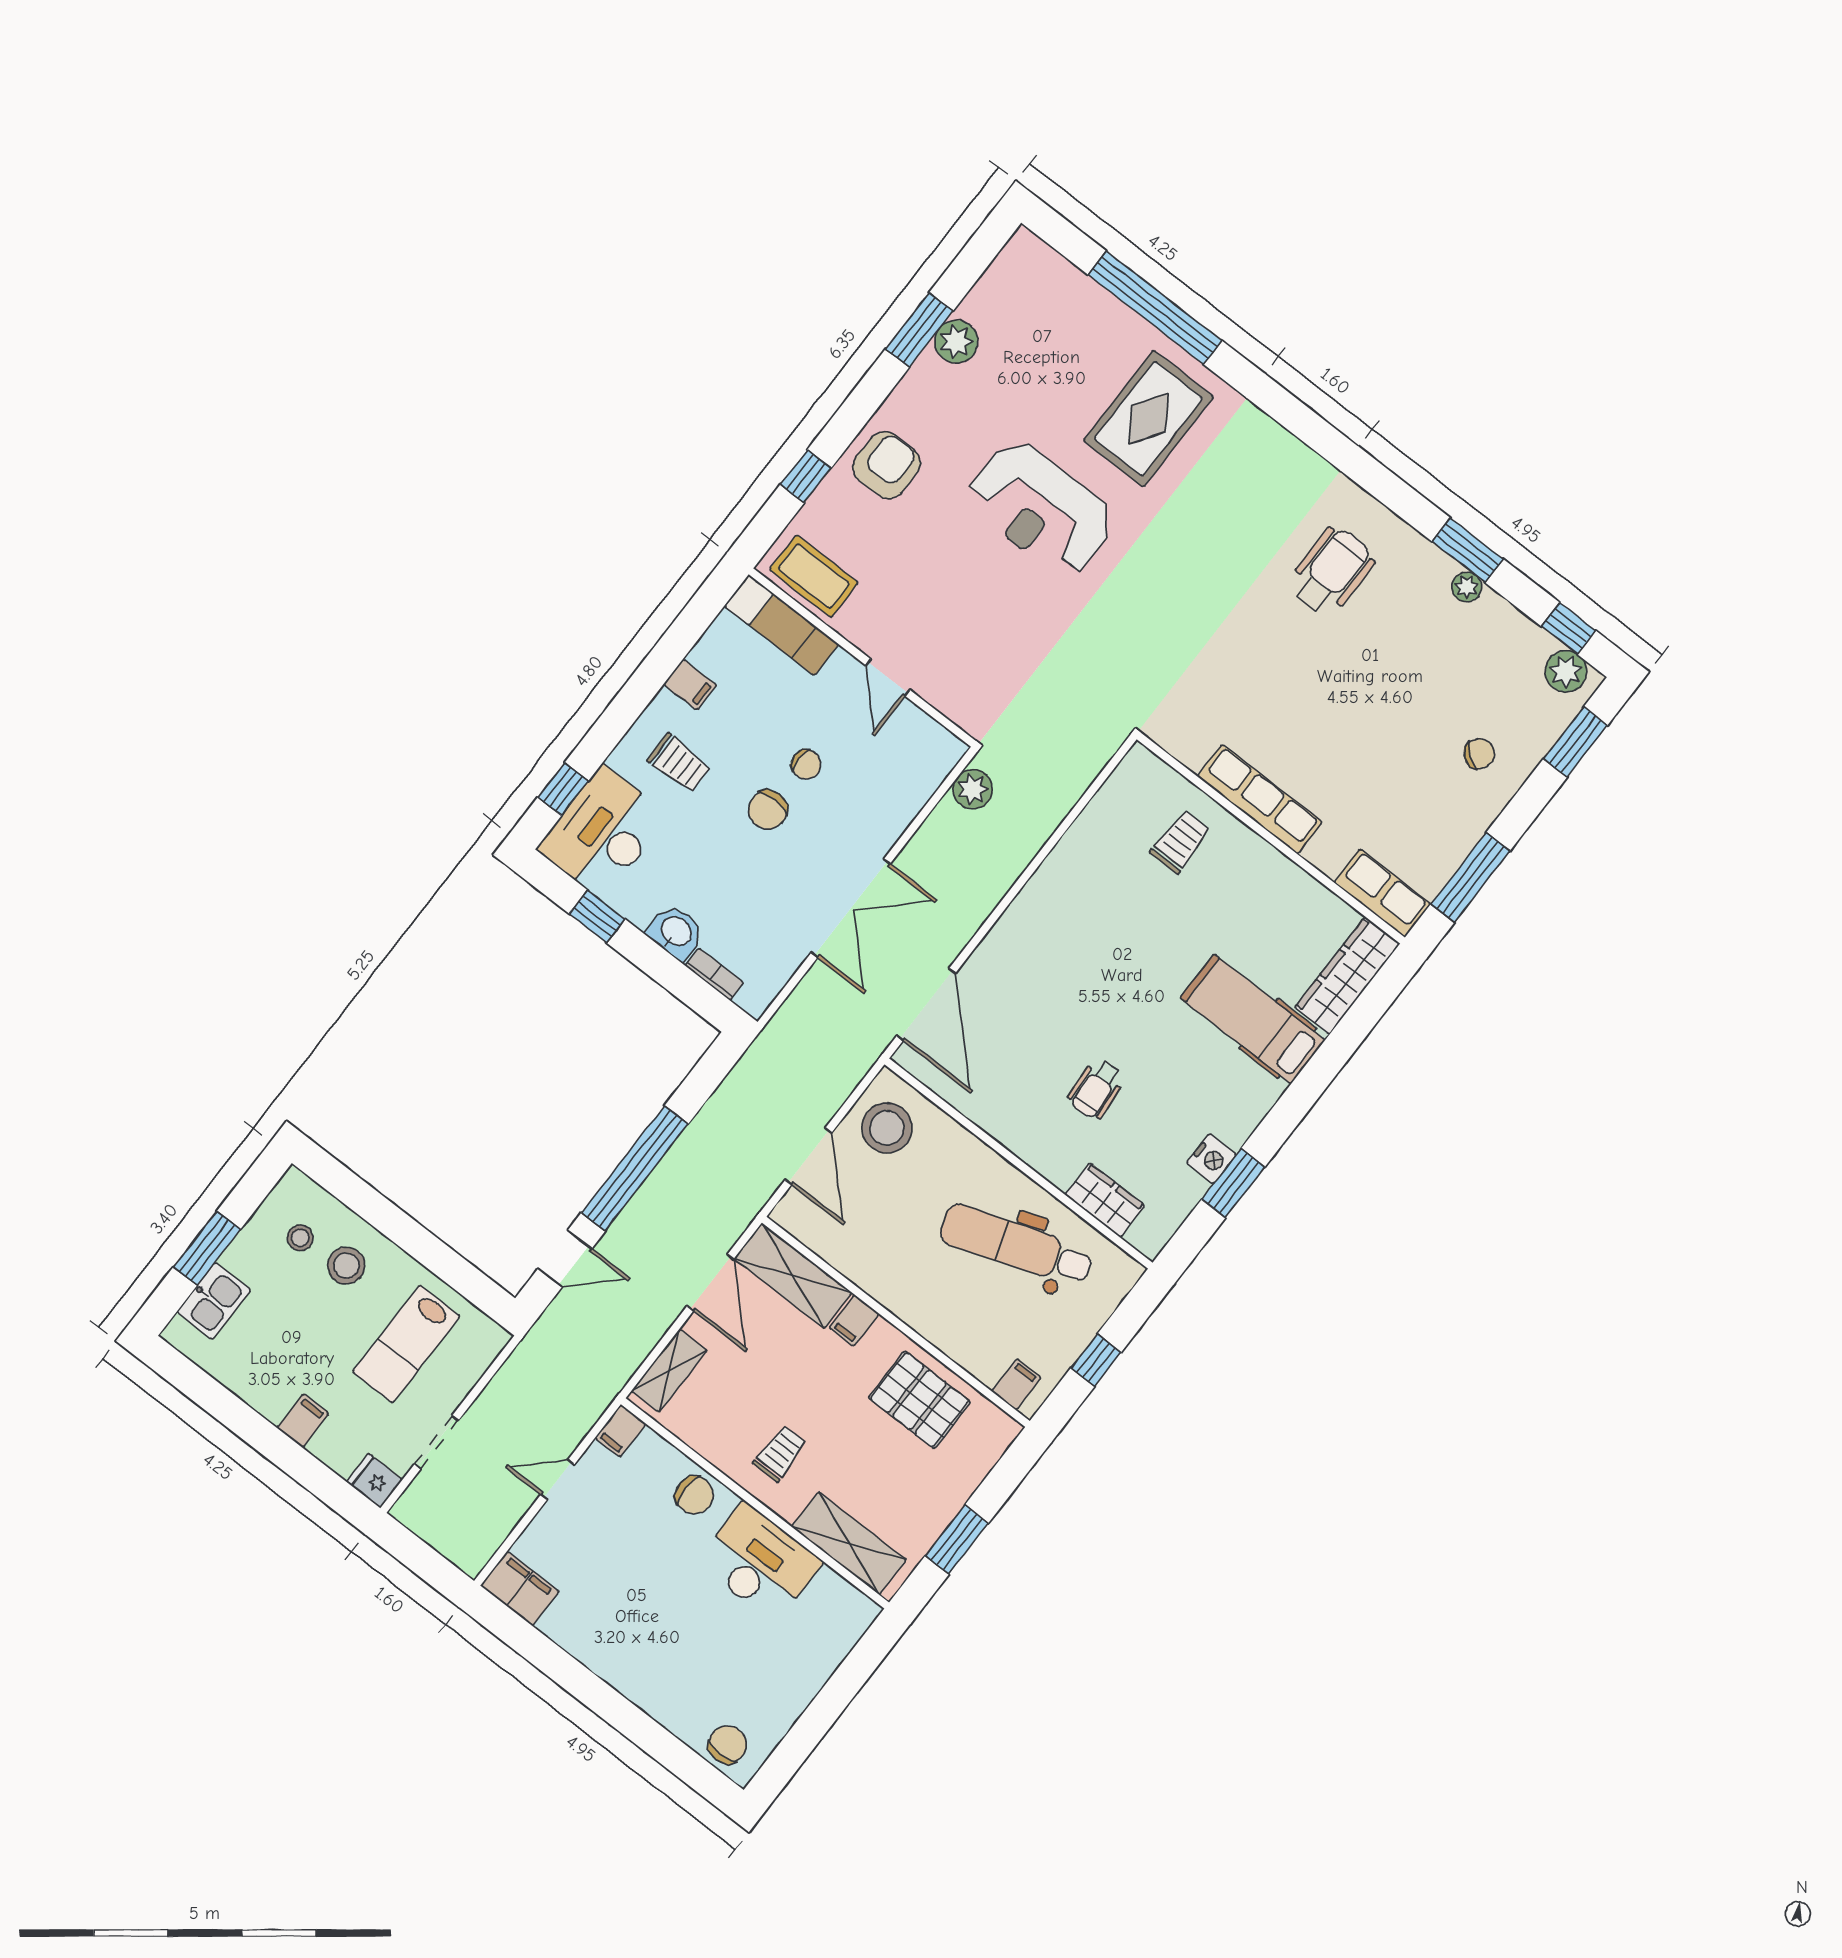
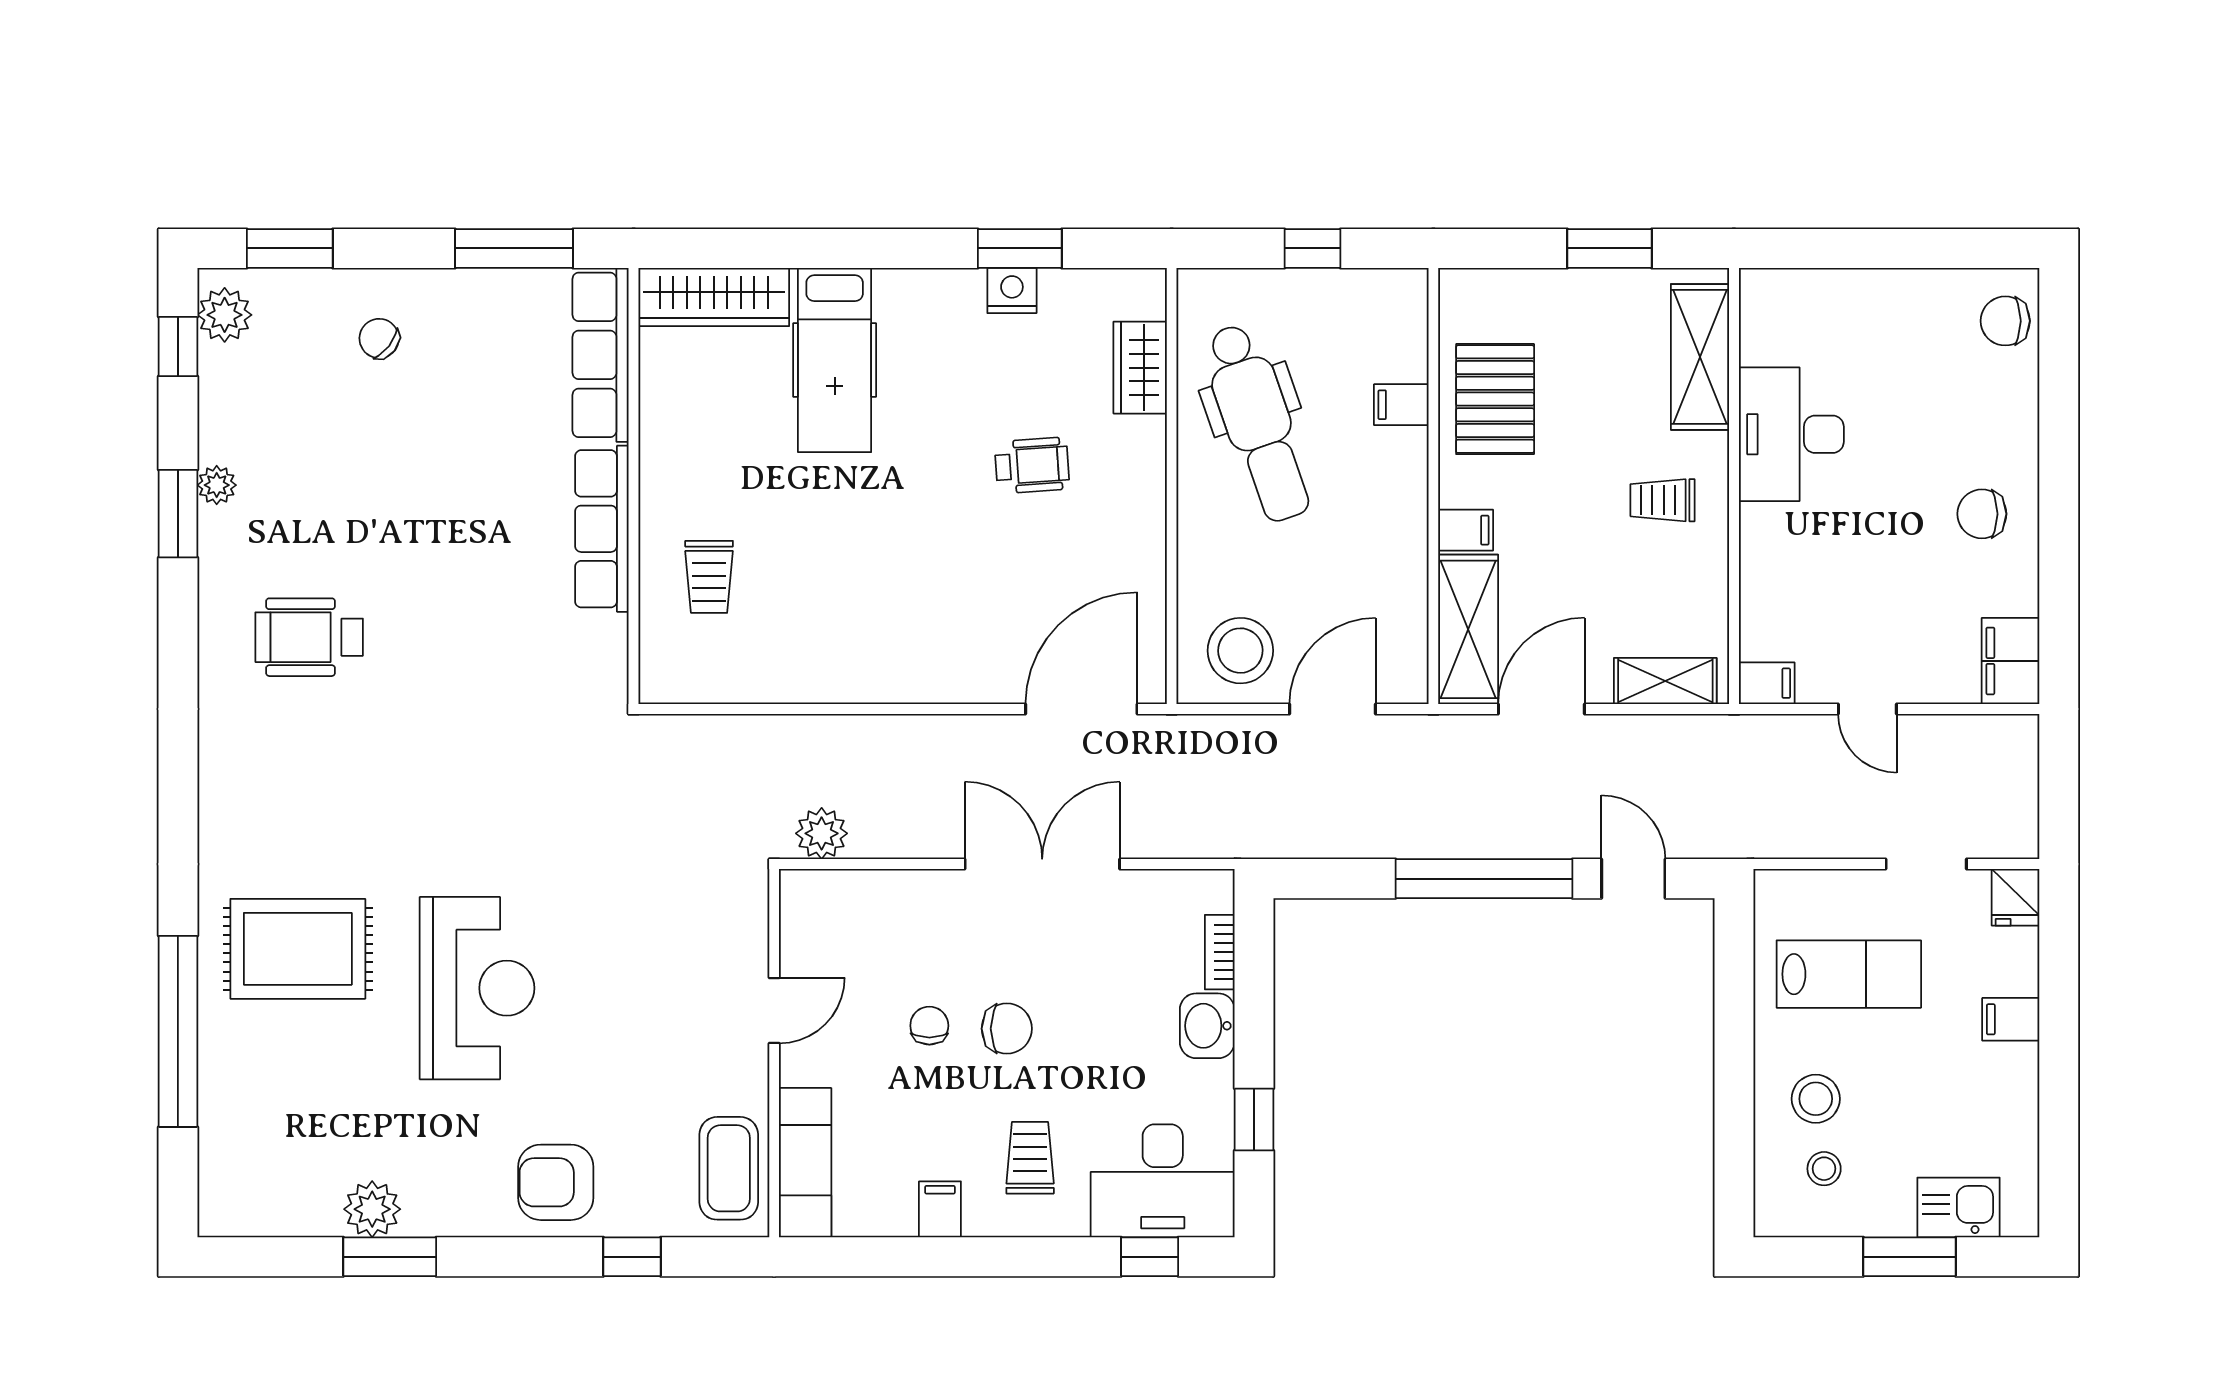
trolley: (1180, 841) -> (709, 577), turned -90
row of seats: (1382, 893) -> (601, 355), width x1.48
filing cabinet: (1016, 1384) -> (1401, 405), moved
chair: (694, 1495) -> (1982, 514), moved, turned -90

